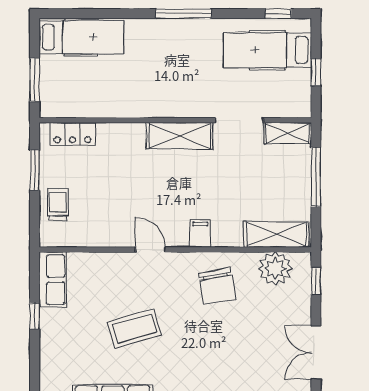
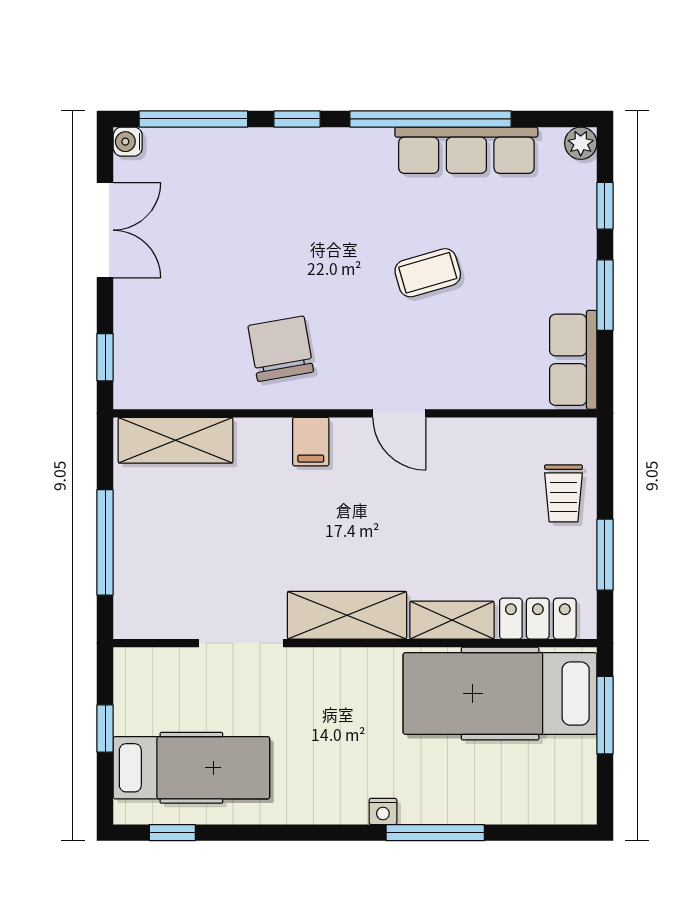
window: (184, 14) -> (435, 833), moved
nightstand: (160, 26) -> (383, 811), added
hospital bed: (81, 37) -> (500, 694), moved, width x1.37, depth x1.29
shelving: (288, 133) -> (452, 620), moved
plant: (275, 269) -> (177, 380), removed
window: (35, 316) -> (605, 295), width x1.50
coffee table: (134, 329) -> (428, 273), width x0.73, depth x0.77
window: (35, 366) -> (605, 206), added

